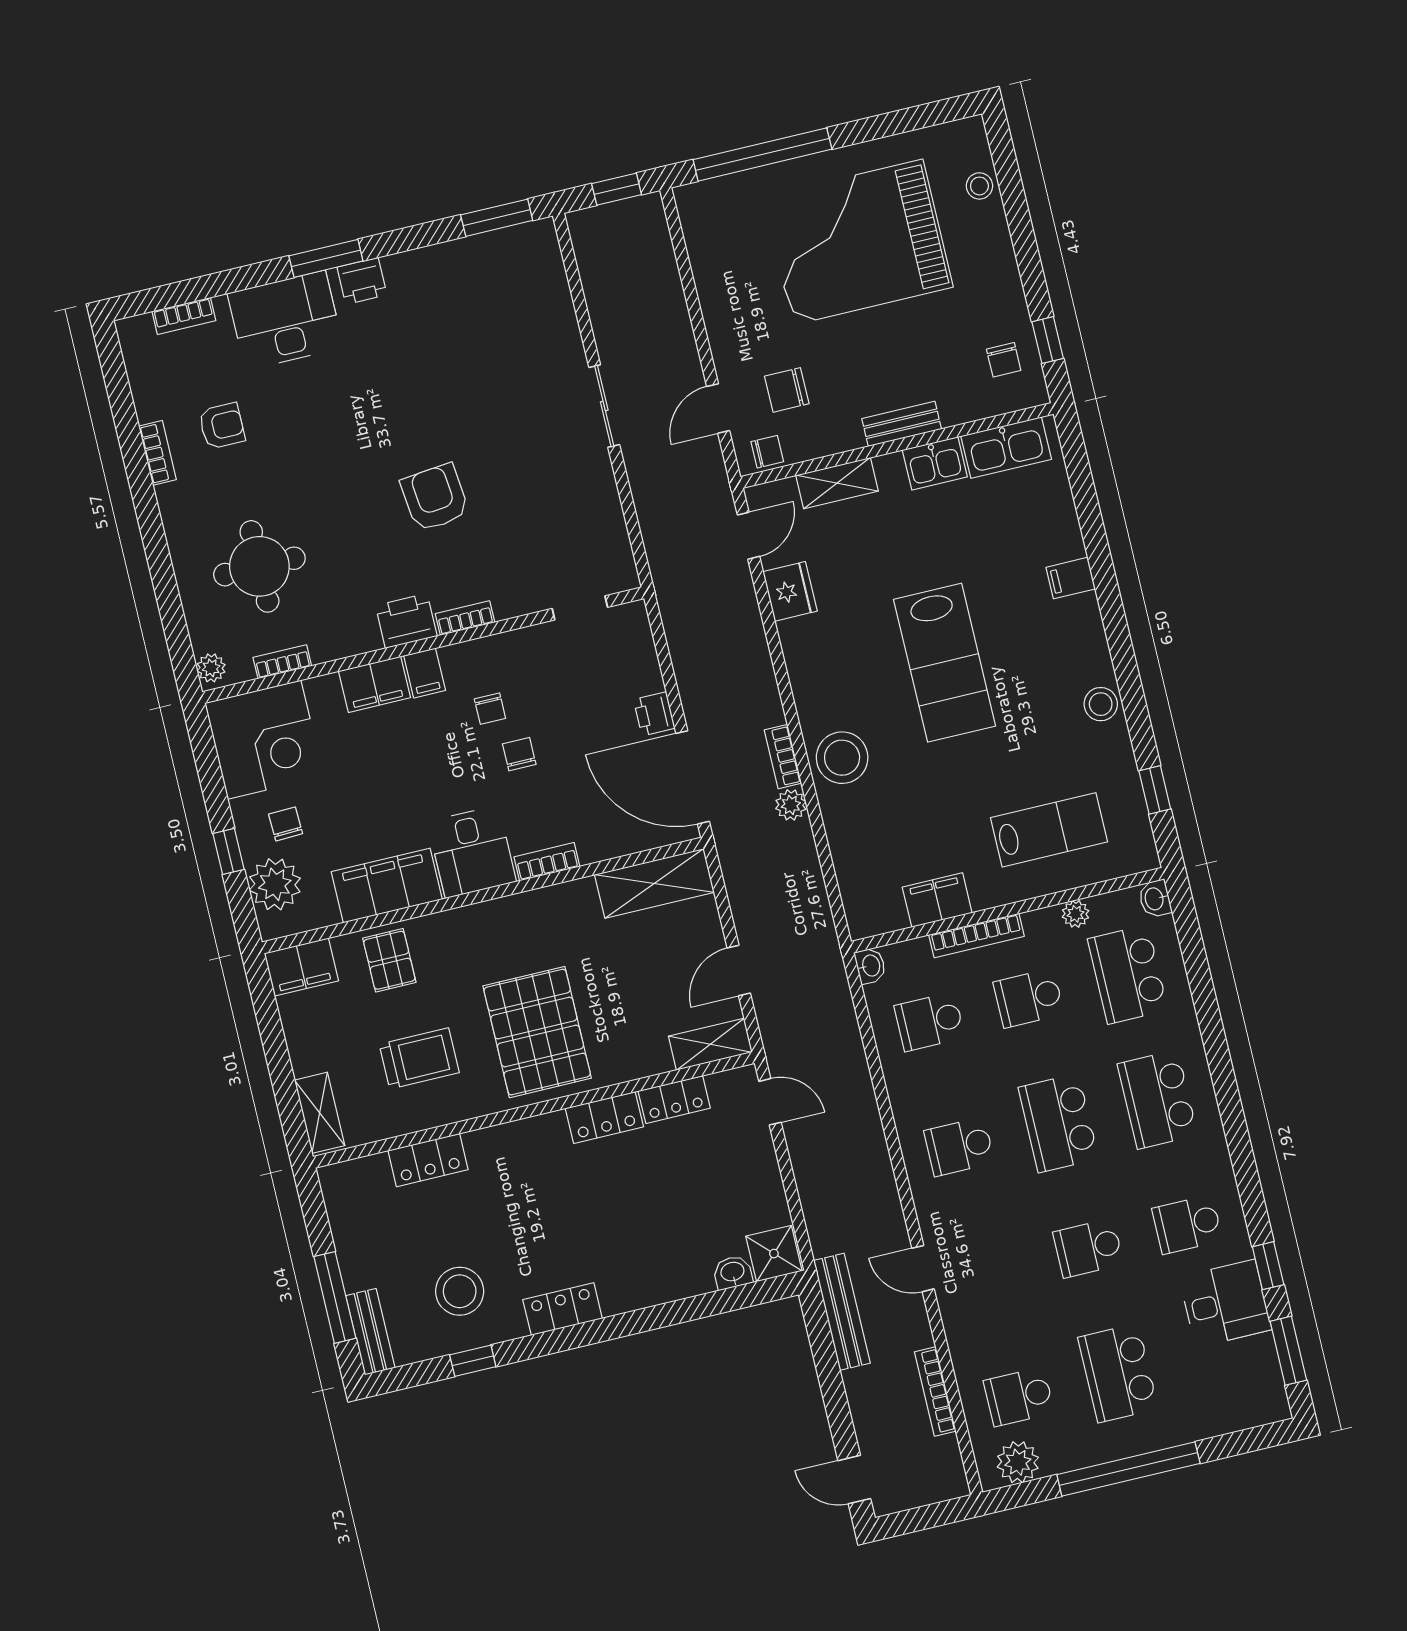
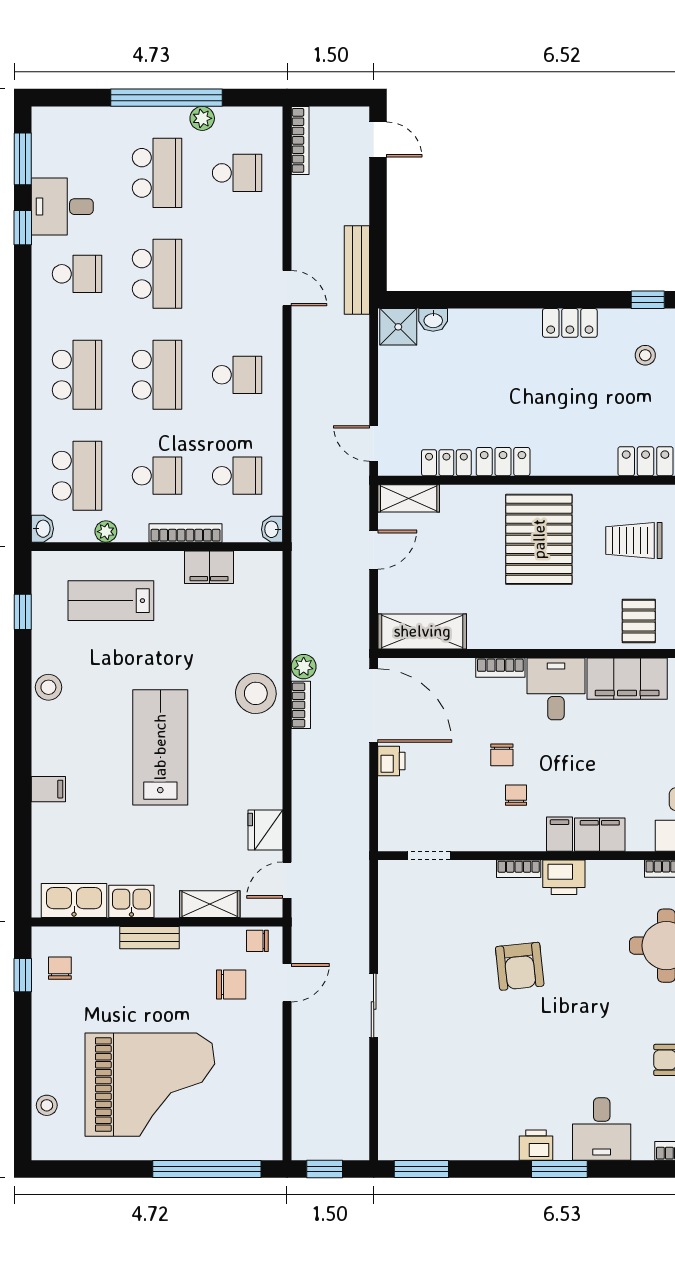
desk: (285, 320) -> (602, 1129), width x0.73
school desk: (1088, 1248) -> (157, 274), width x1.85
stool: (460, 1291) -> (645, 355), width x0.53, depth x0.53
bookcase: (935, 1392) -> (300, 140), moved
plant: (1018, 1462) -> (202, 118), moved, width x0.73, depth x0.73

